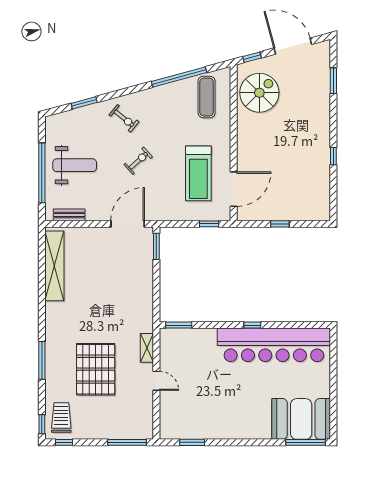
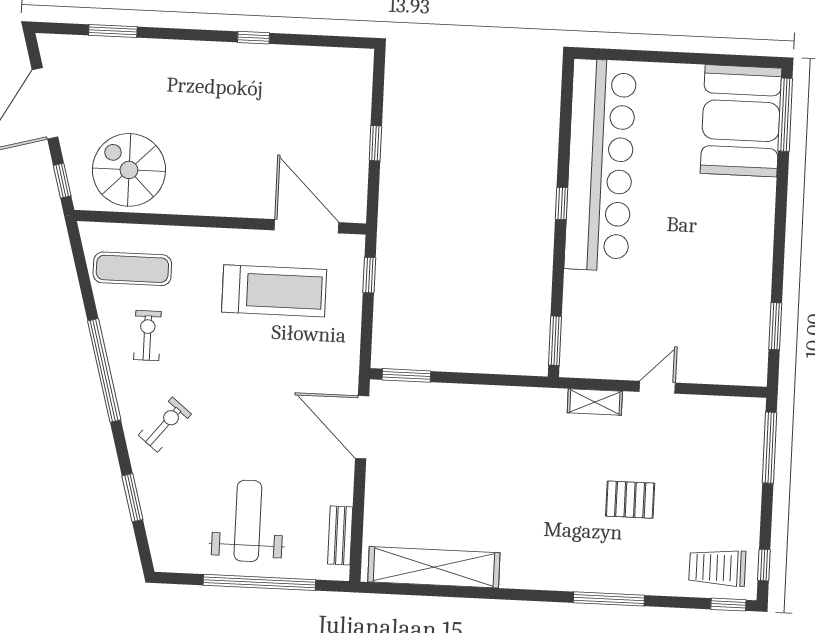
window: (179, 77) -> (104, 370), moved
exercise bike: (138, 161) -> (147, 335), moved, turned 42
pallet: (96, 369) -> (630, 500), width x0.49, depth x0.50

